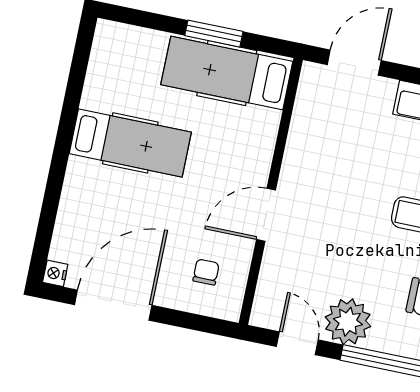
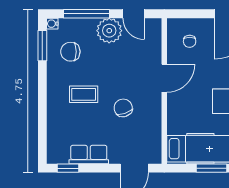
chair: (352, 176) -> (123, 108), added

